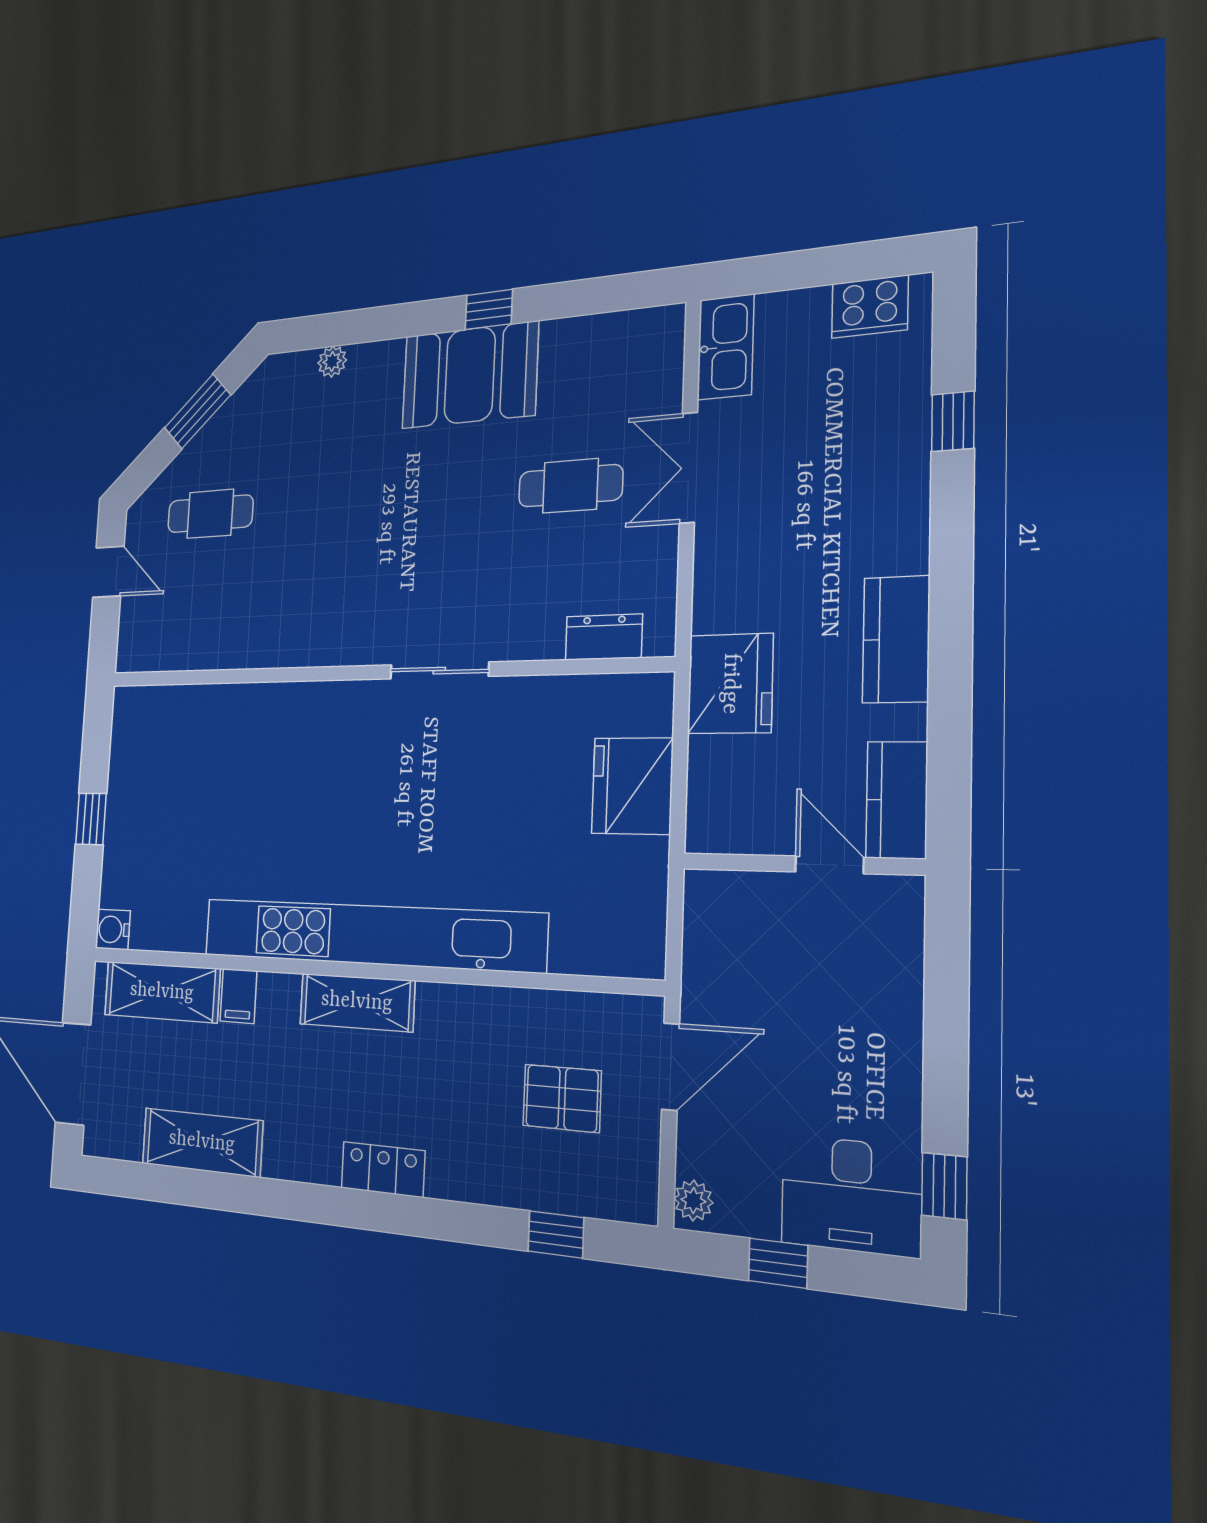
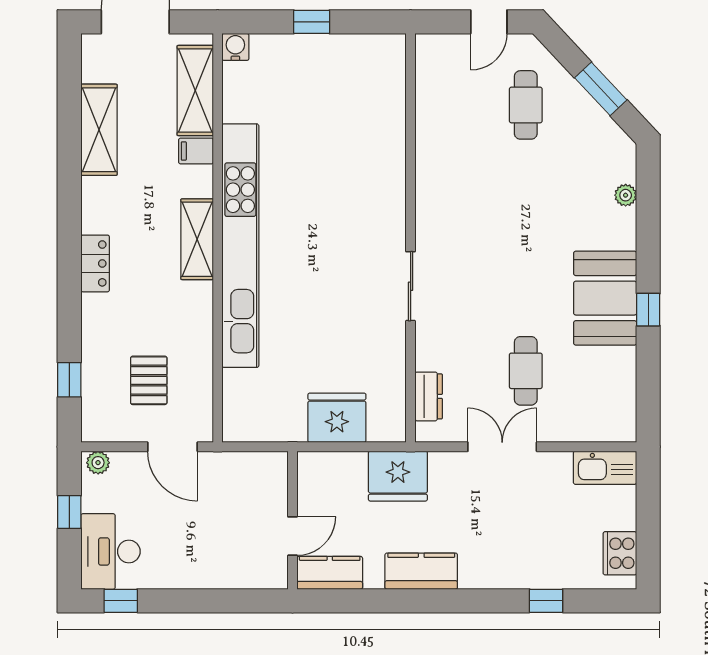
double door: (688, 468) -> (502, 447), moved

